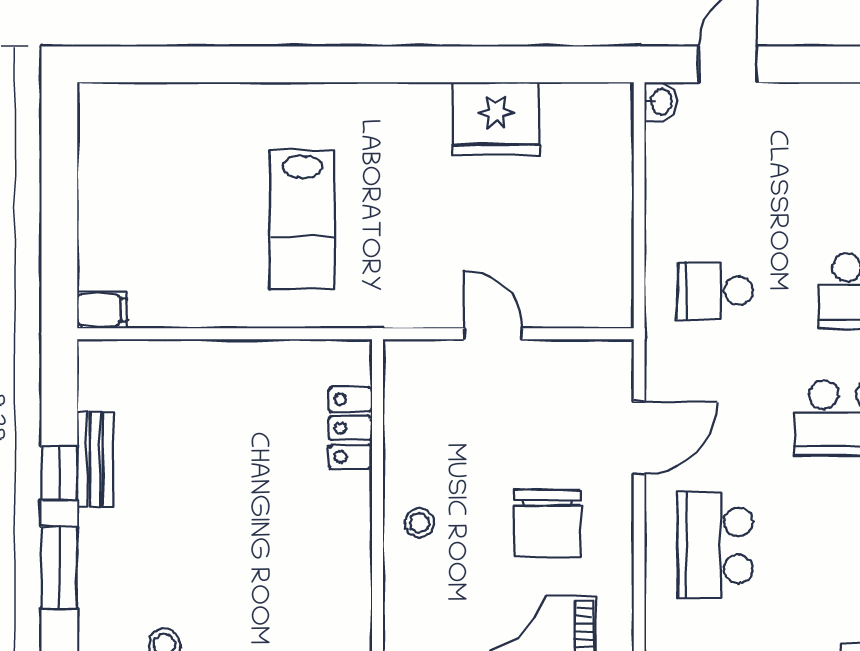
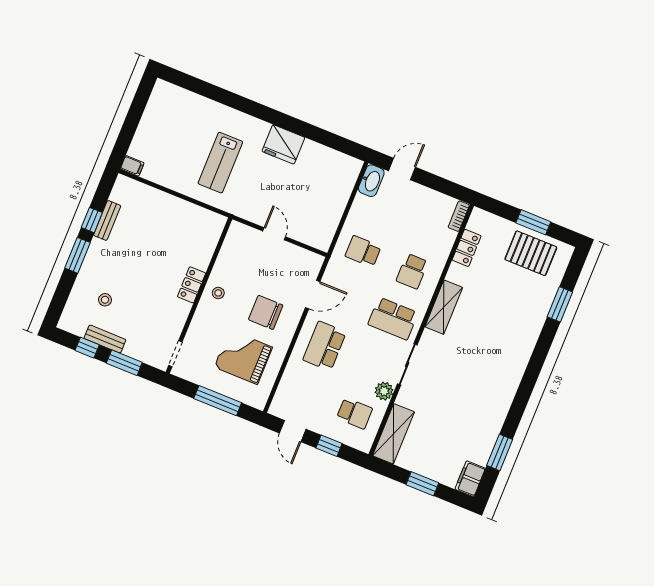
washbasin: (660, 102) -> (371, 181), width x1.91, depth x1.45
fridge: (496, 119) -> (283, 144), moved
locker: (350, 428) -> (192, 285), moved
chair: (547, 523) -> (266, 312), turned 90

